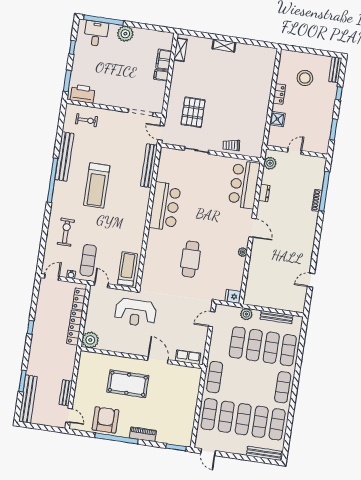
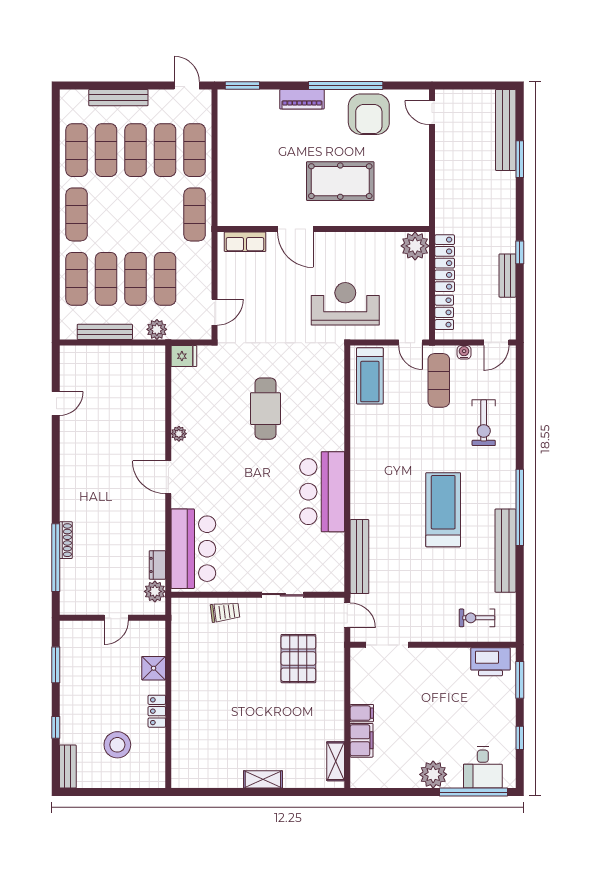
dresser: (264, 193) -> (157, 565), moved
bench: (66, 393) -> (507, 276), moved
bench: (264, 453) -> (118, 98), moved

